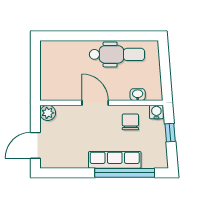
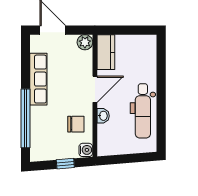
kitchen counter: (58, 92) -> (106, 52), added
washbasin: (138, 95) -> (103, 116), moved
row of seats: (115, 160) -> (38, 79), moved

